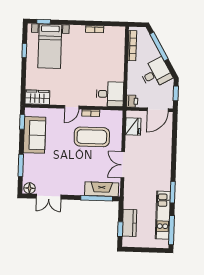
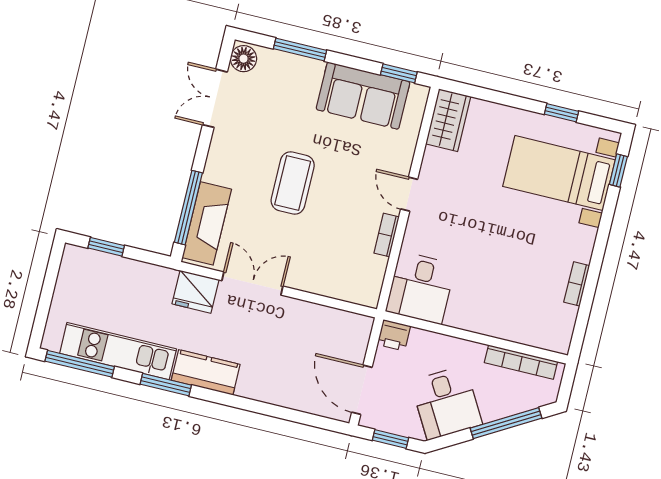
fridge: (133, 126) -> (196, 292), moved
coffee table: (92, 137) -> (293, 183), moved, width x0.73, depth x0.76
kitchen counter: (129, 223) -> (206, 372), moved, turned 180

